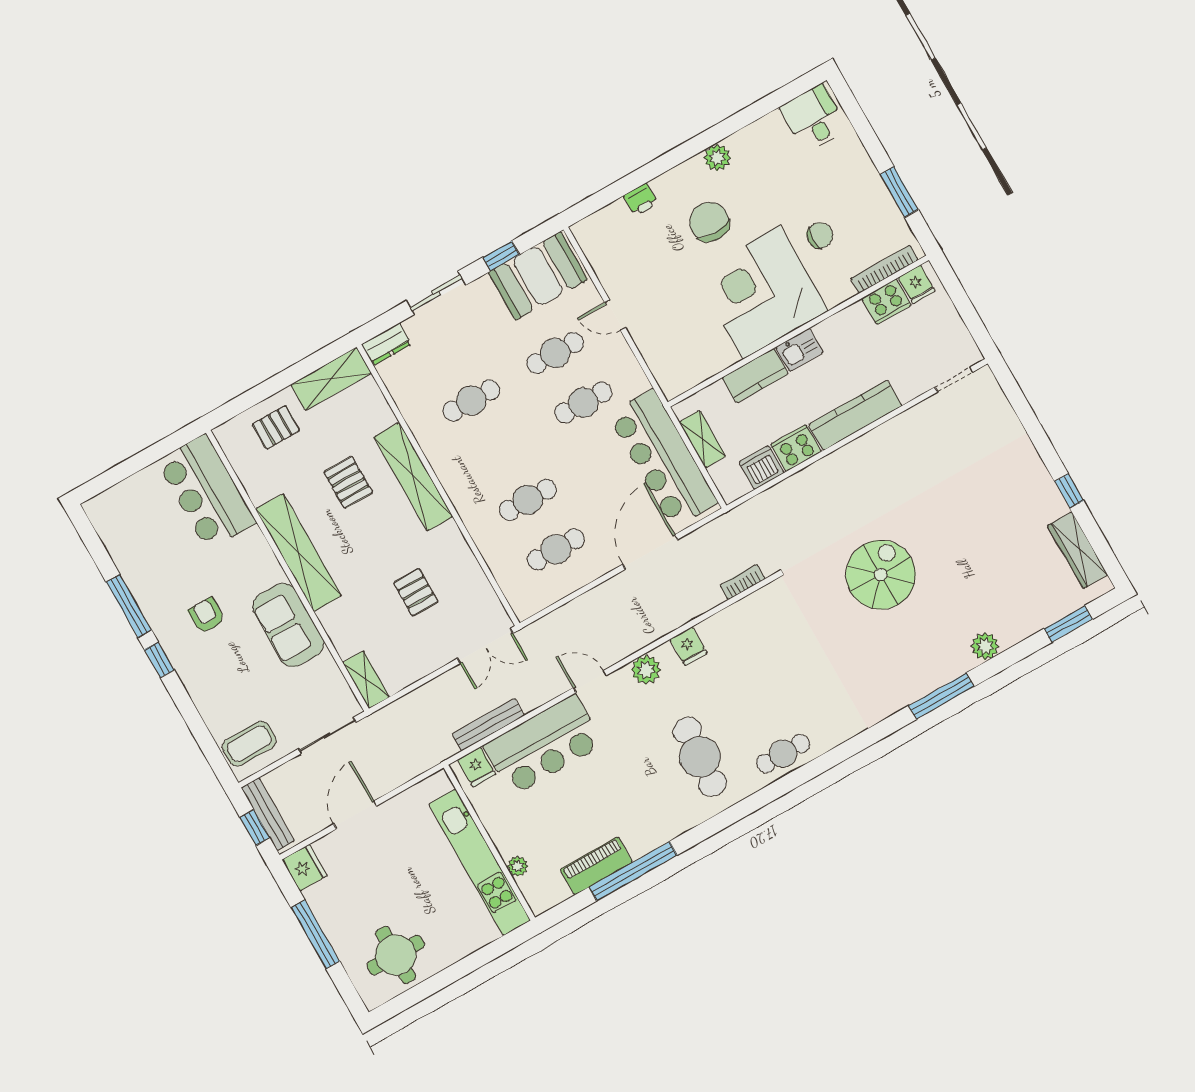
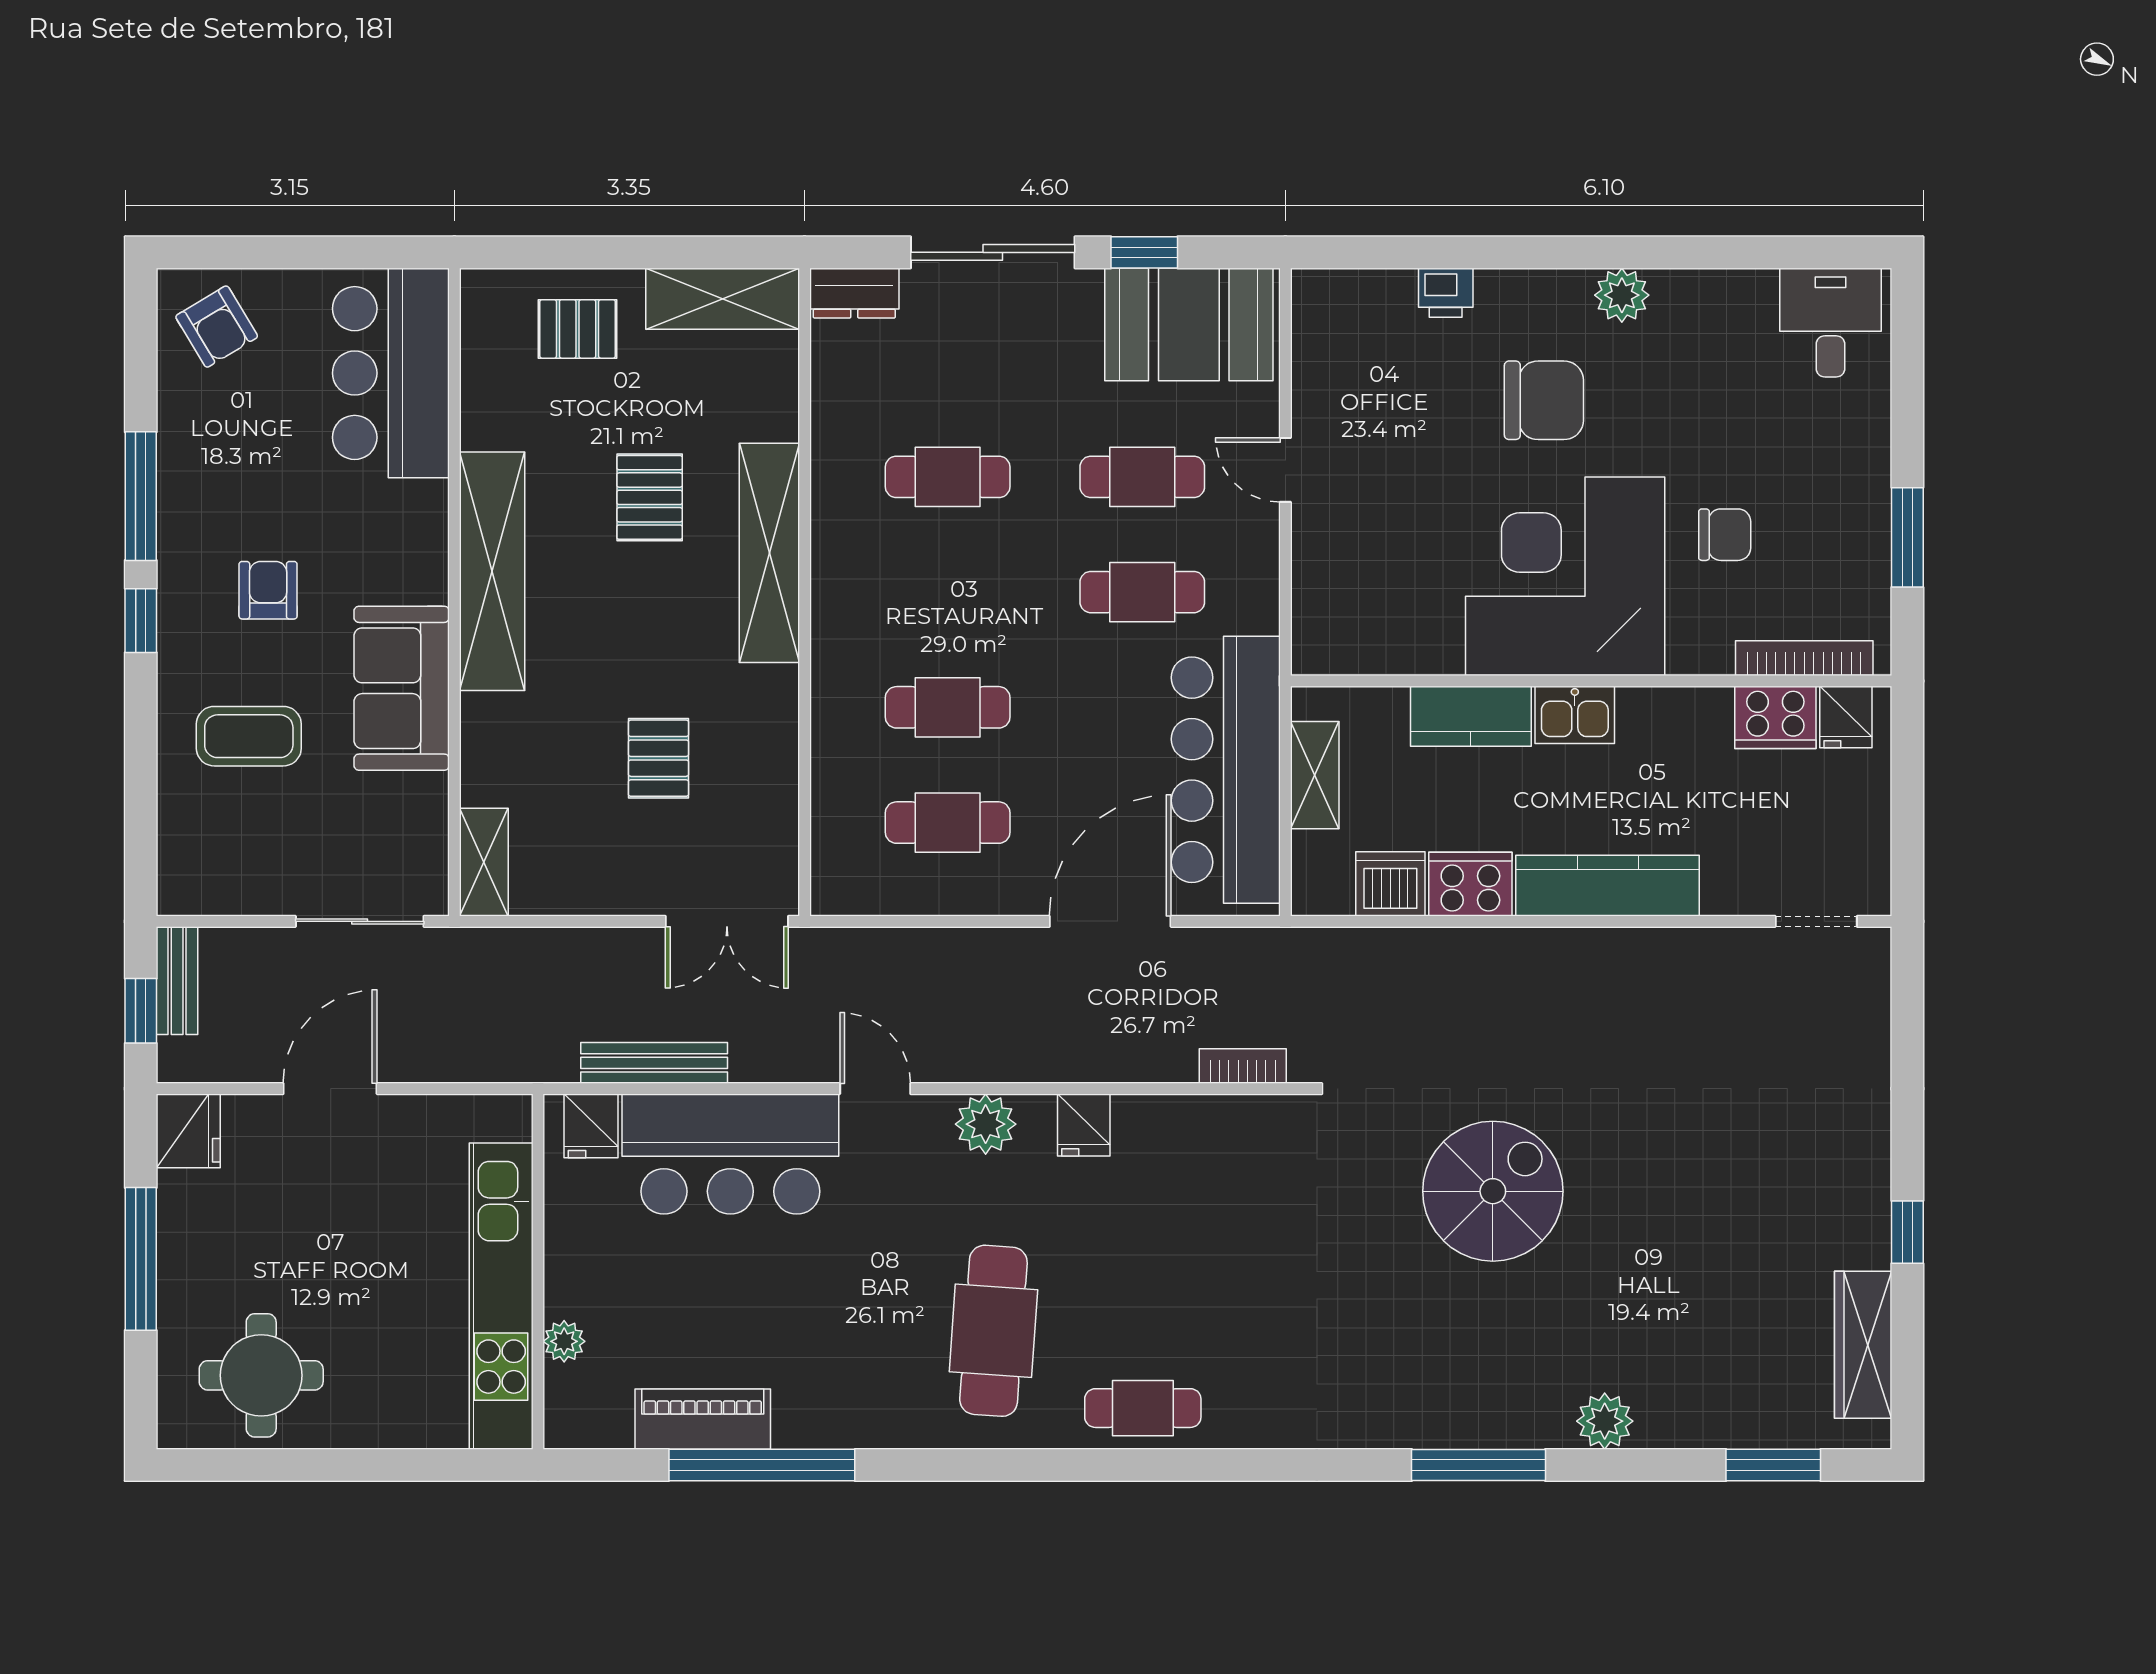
chair: (709, 222) -> (1544, 400), turned 90
sliding door: (436, 293) -> (993, 252), width x1.37
armchair: (120, 515) -> (217, 327), added
coffee table: (249, 744) -> (249, 736), moved
bench: (268, 814) -> (177, 981), width x0.73

